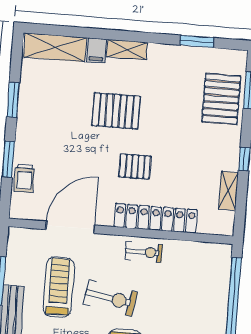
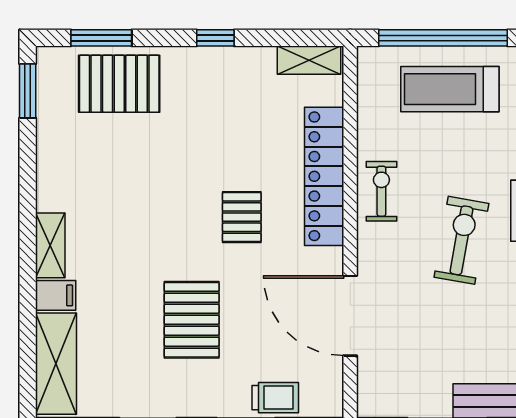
window: (197, 41) -> (28, 91), moved
pallet: (116, 111) -> (192, 320), moved
shelving: (228, 191) -> (309, 60), moved
treadmill: (59, 287) -> (450, 89), moved

